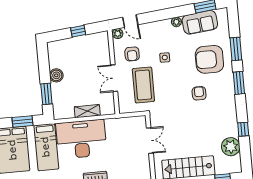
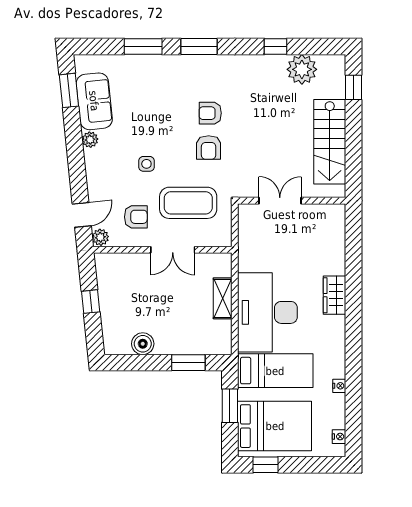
armchair: (209, 59) -> (209, 148), moved, width x0.53, depth x0.53
boiler: (56, 75) -> (143, 344), moved

